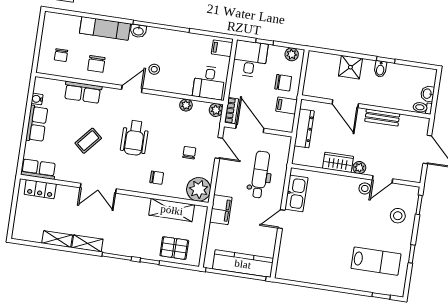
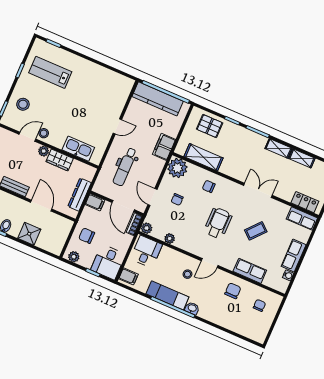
exam couch: (105, 28) -> (167, 295), moved
filing cabinet: (287, 105) -> (95, 202), moved
kitchen sink: (296, 193) -> (78, 149), moved, turned 90

